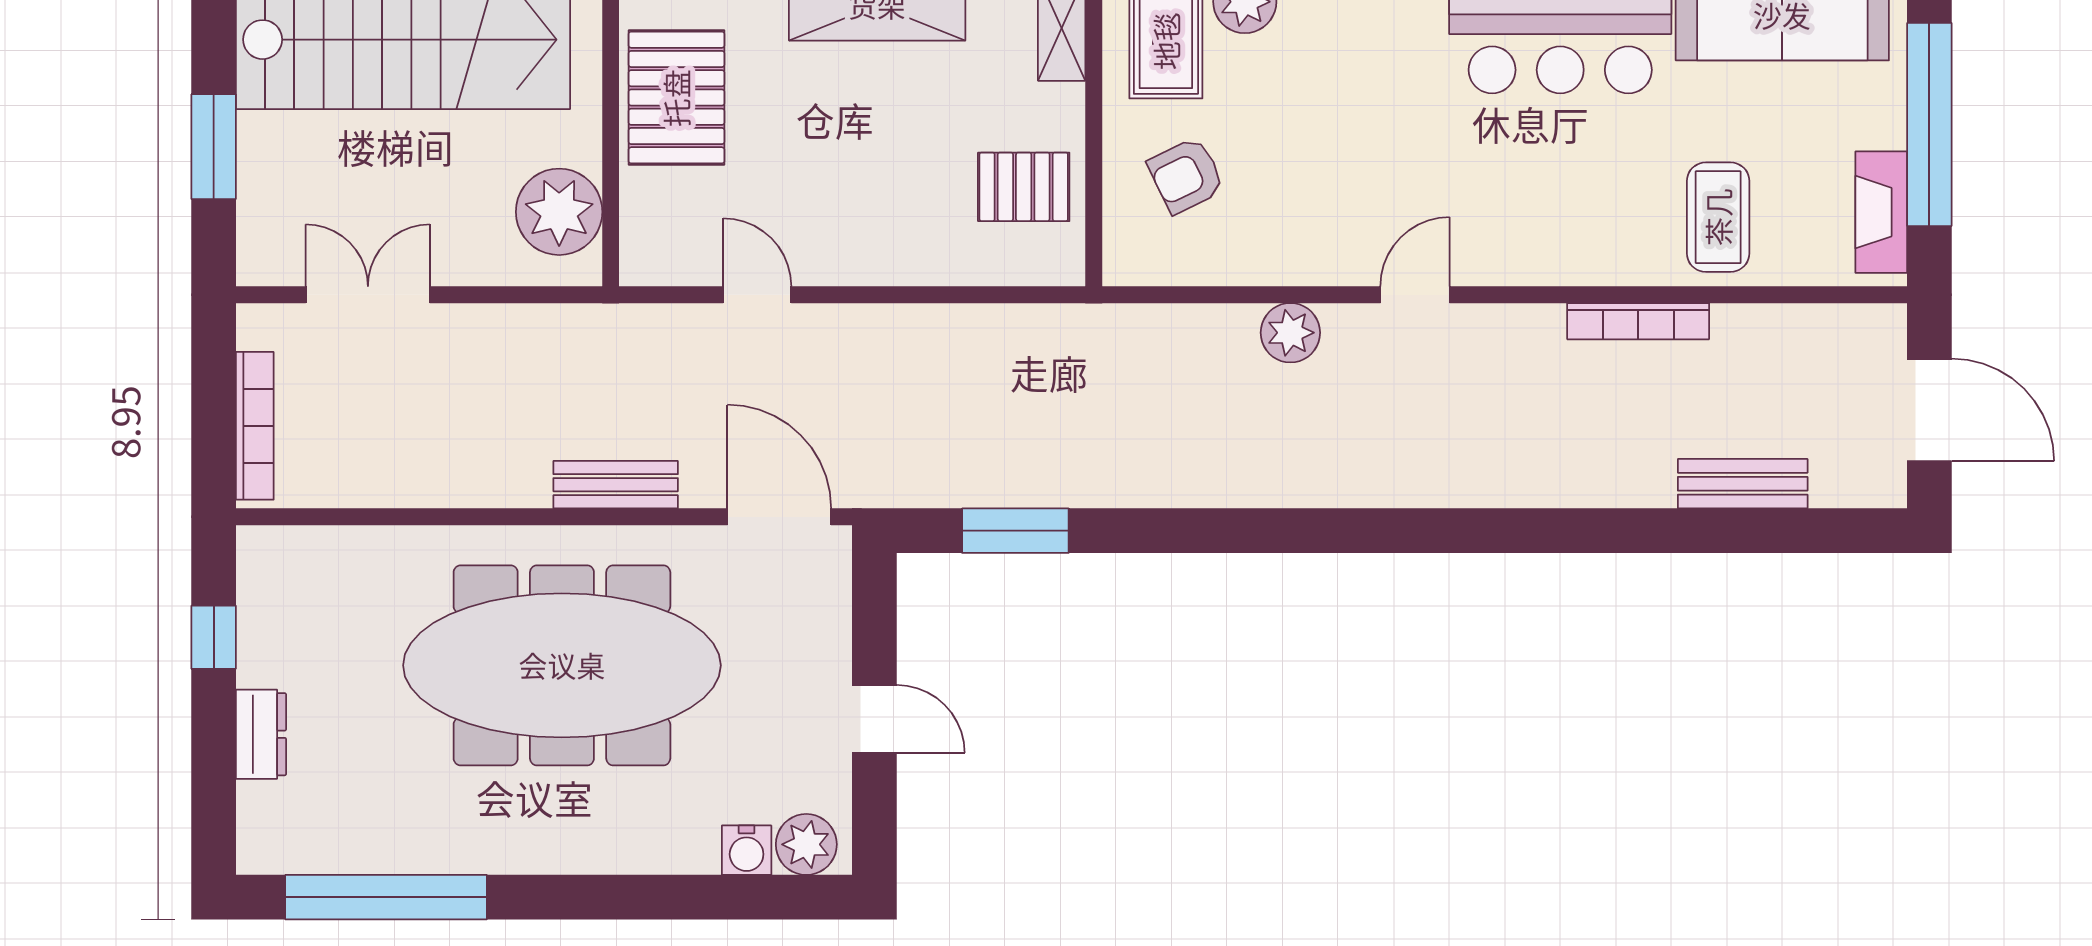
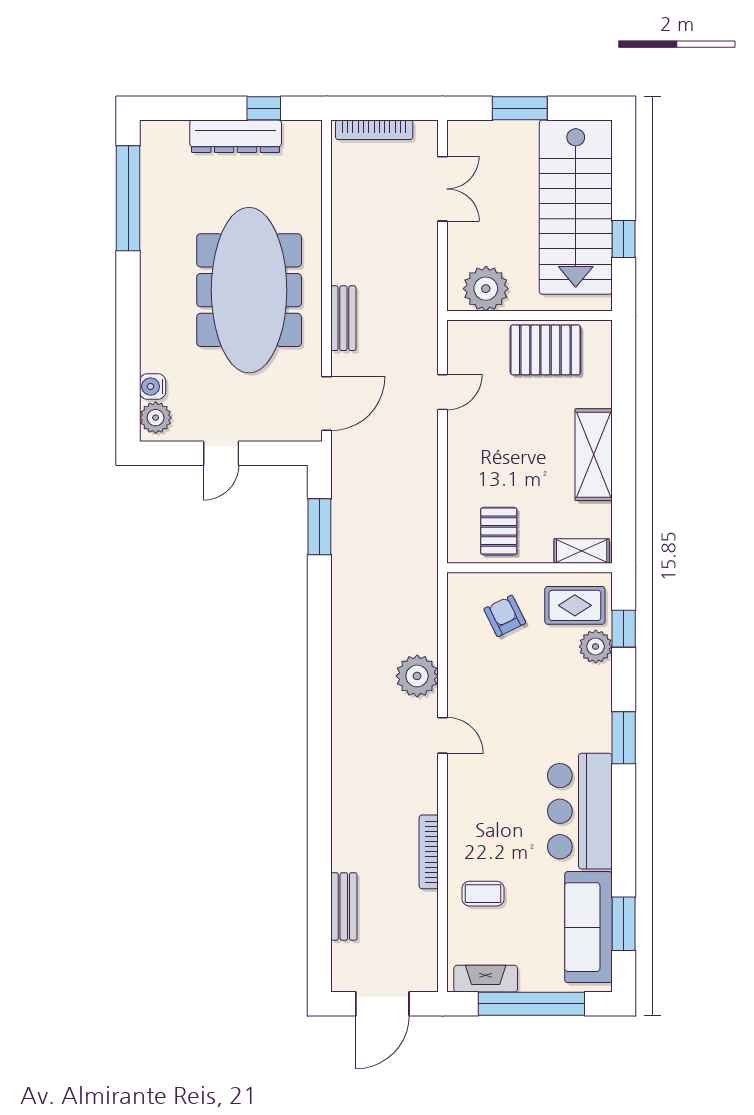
coffee table: (1718, 217) -> (483, 894), width x0.73, depth x0.77
plant: (1290, 333) -> (417, 676), width x1.36, depth x1.36
dresser: (261, 734) -> (236, 136), width x1.96, depth x1.24

